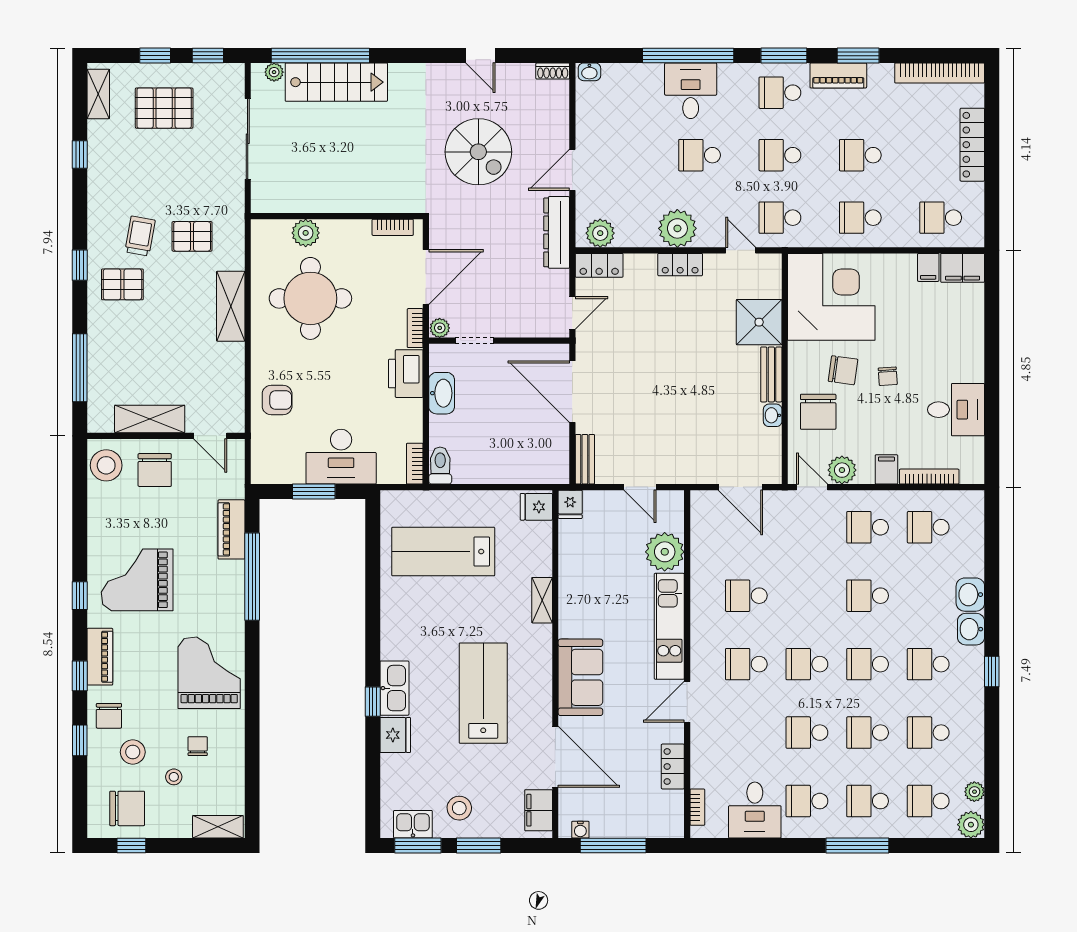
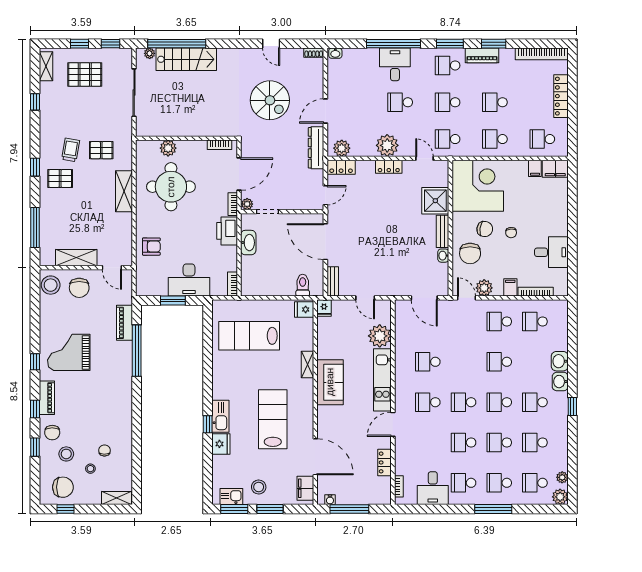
toilet: (440, 466) -> (303, 285), moved
grand piano: (209, 673) -> (111, 407), removed
sofa: (580, 677) -> (330, 382), moved

